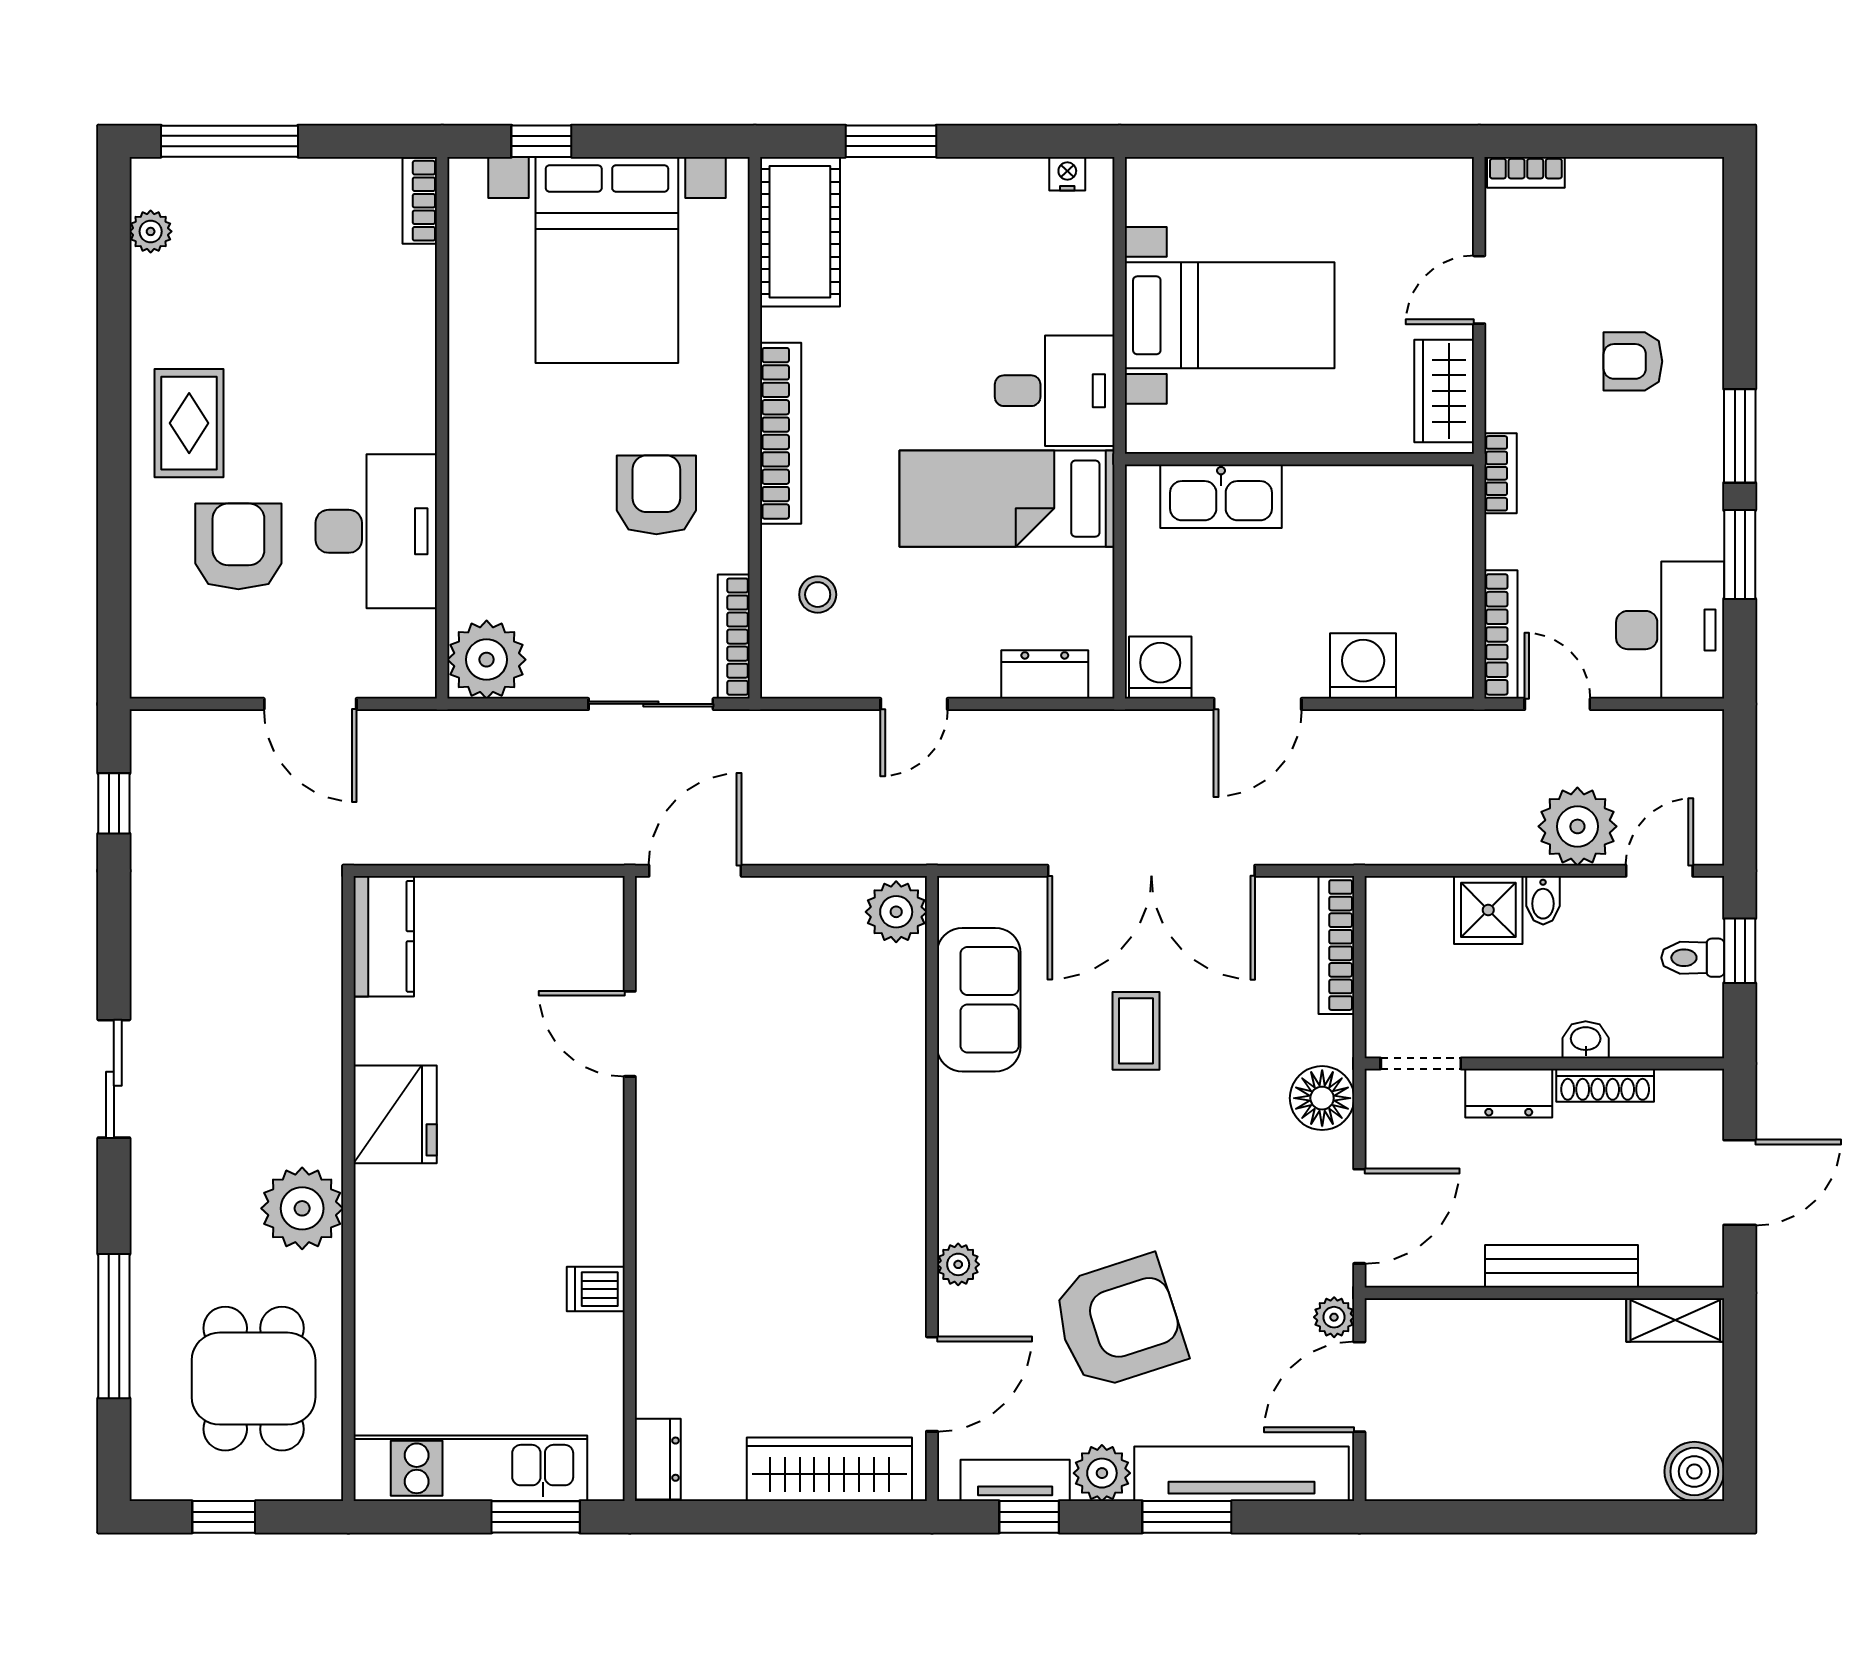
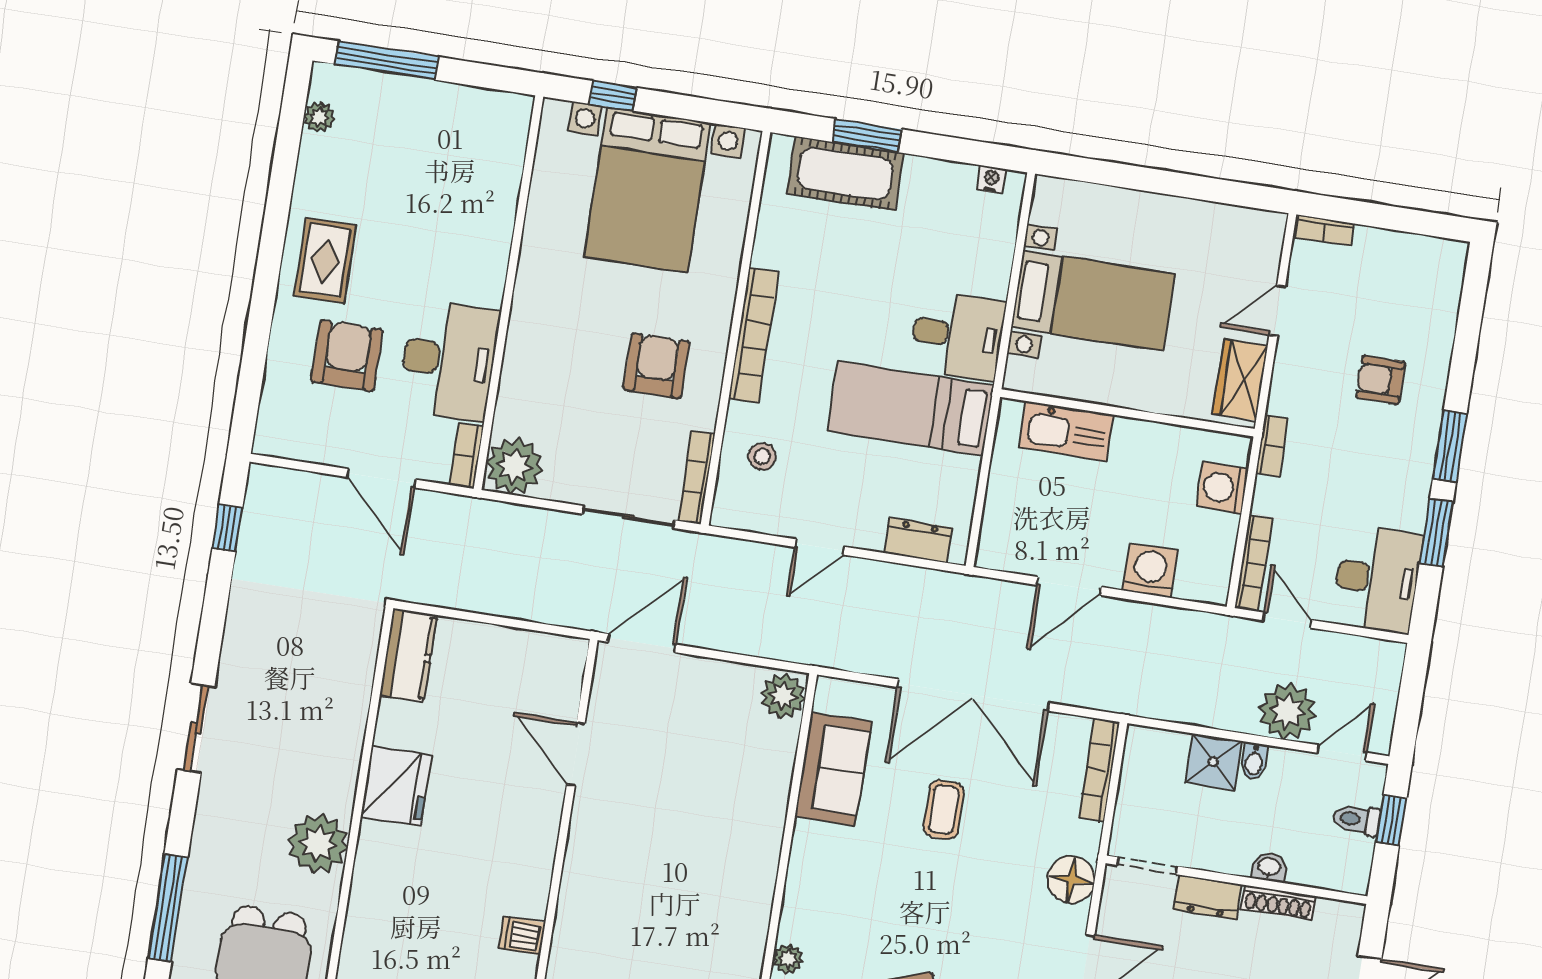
bookcase: (420, 201) -> (466, 456), moved
cot: (800, 232) -> (845, 173), moved, turned 90
washing machine: (1160, 668) -> (1222, 488), moved, turned -90

